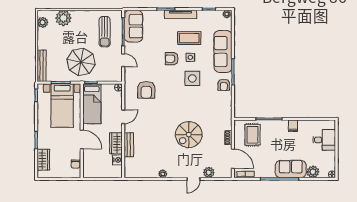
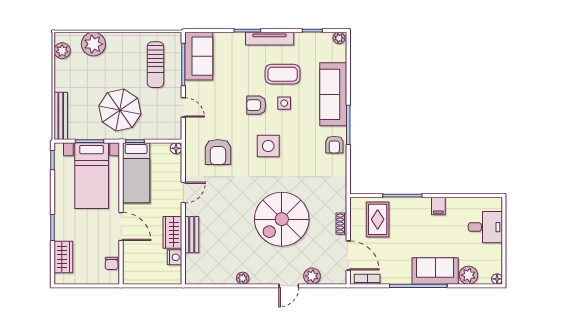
side table: (192, 78) -> (268, 146), moved
spiral stairs: (189, 135) -> (282, 219), width x1.37, depth x1.37

